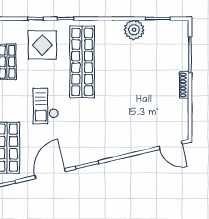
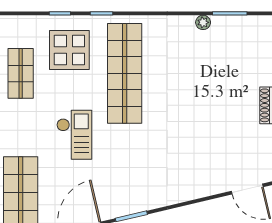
plant: (134, 30) -> (203, 22), width x0.53, depth x0.53
checkout: (46, 106) -> (74, 135), turned 180

